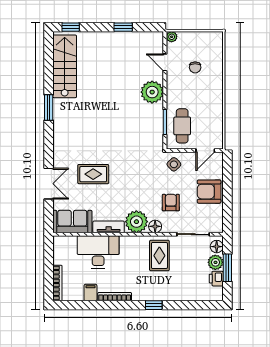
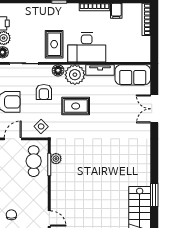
chair: (195, 67) -> (11, 215), moved
plant: (152, 92) -> (56, 159), moved, width x0.53, depth x0.53
window: (49, 108) -> (154, 195), moved
rug: (93, 174) -> (76, 106), moved
desk: (98, 252) -> (87, 47), moved

